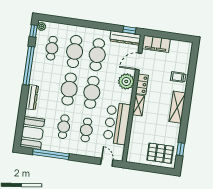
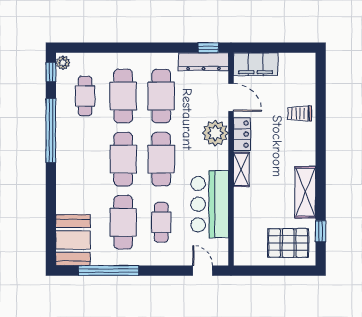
door: (139, 62) -> (231, 97), swing flipped
dresser: (32, 97) -> (64, 181), removed
shelving: (177, 107) -> (305, 192), moved
cafe table: (64, 127) -> (123, 222), width x1.37, depth x1.35

